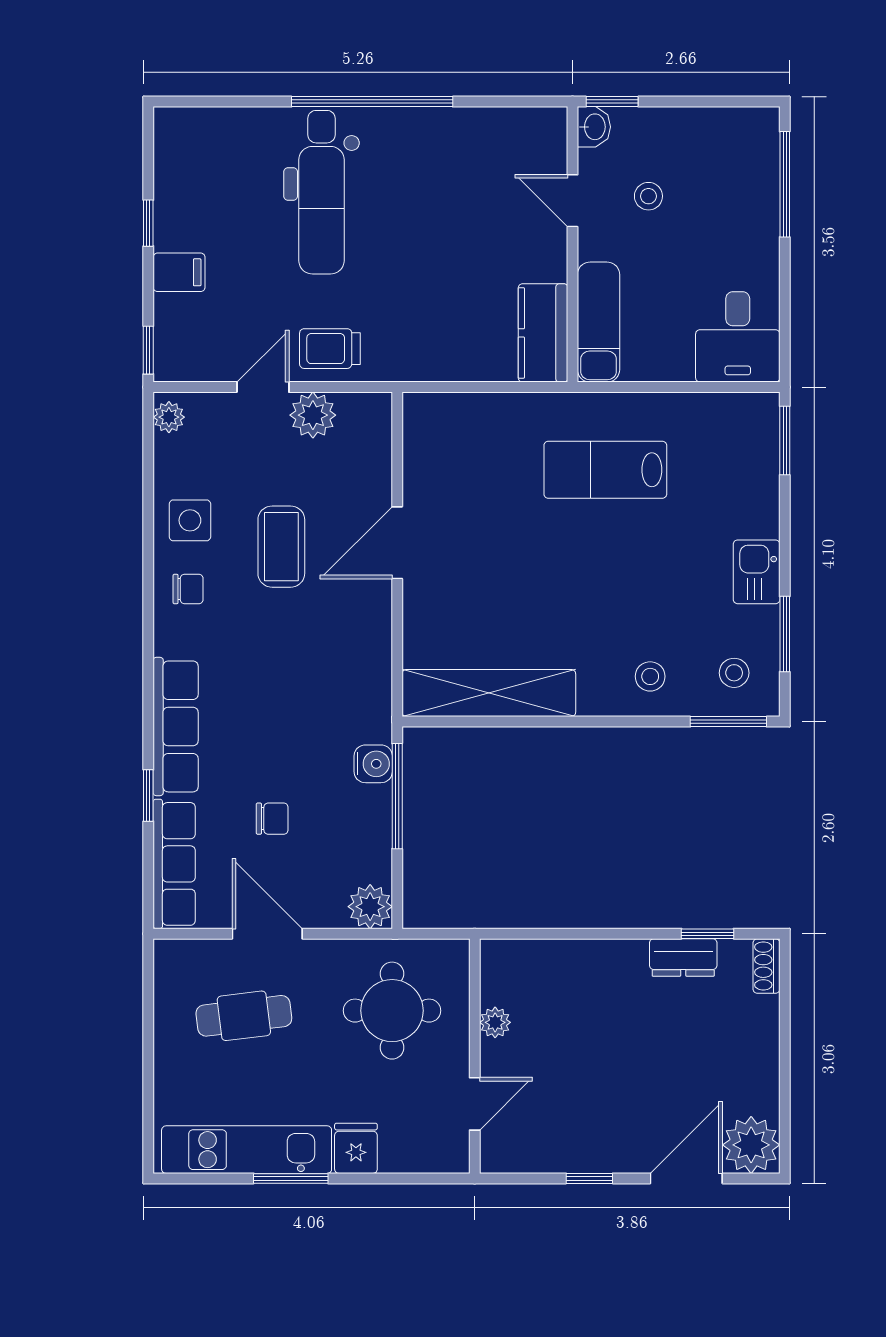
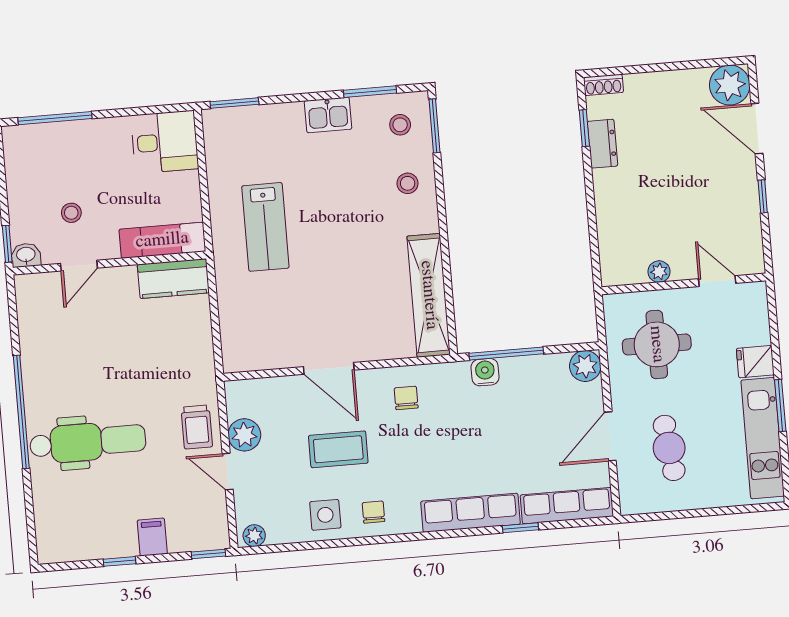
chair: (272, 819) -> (406, 398), moved

